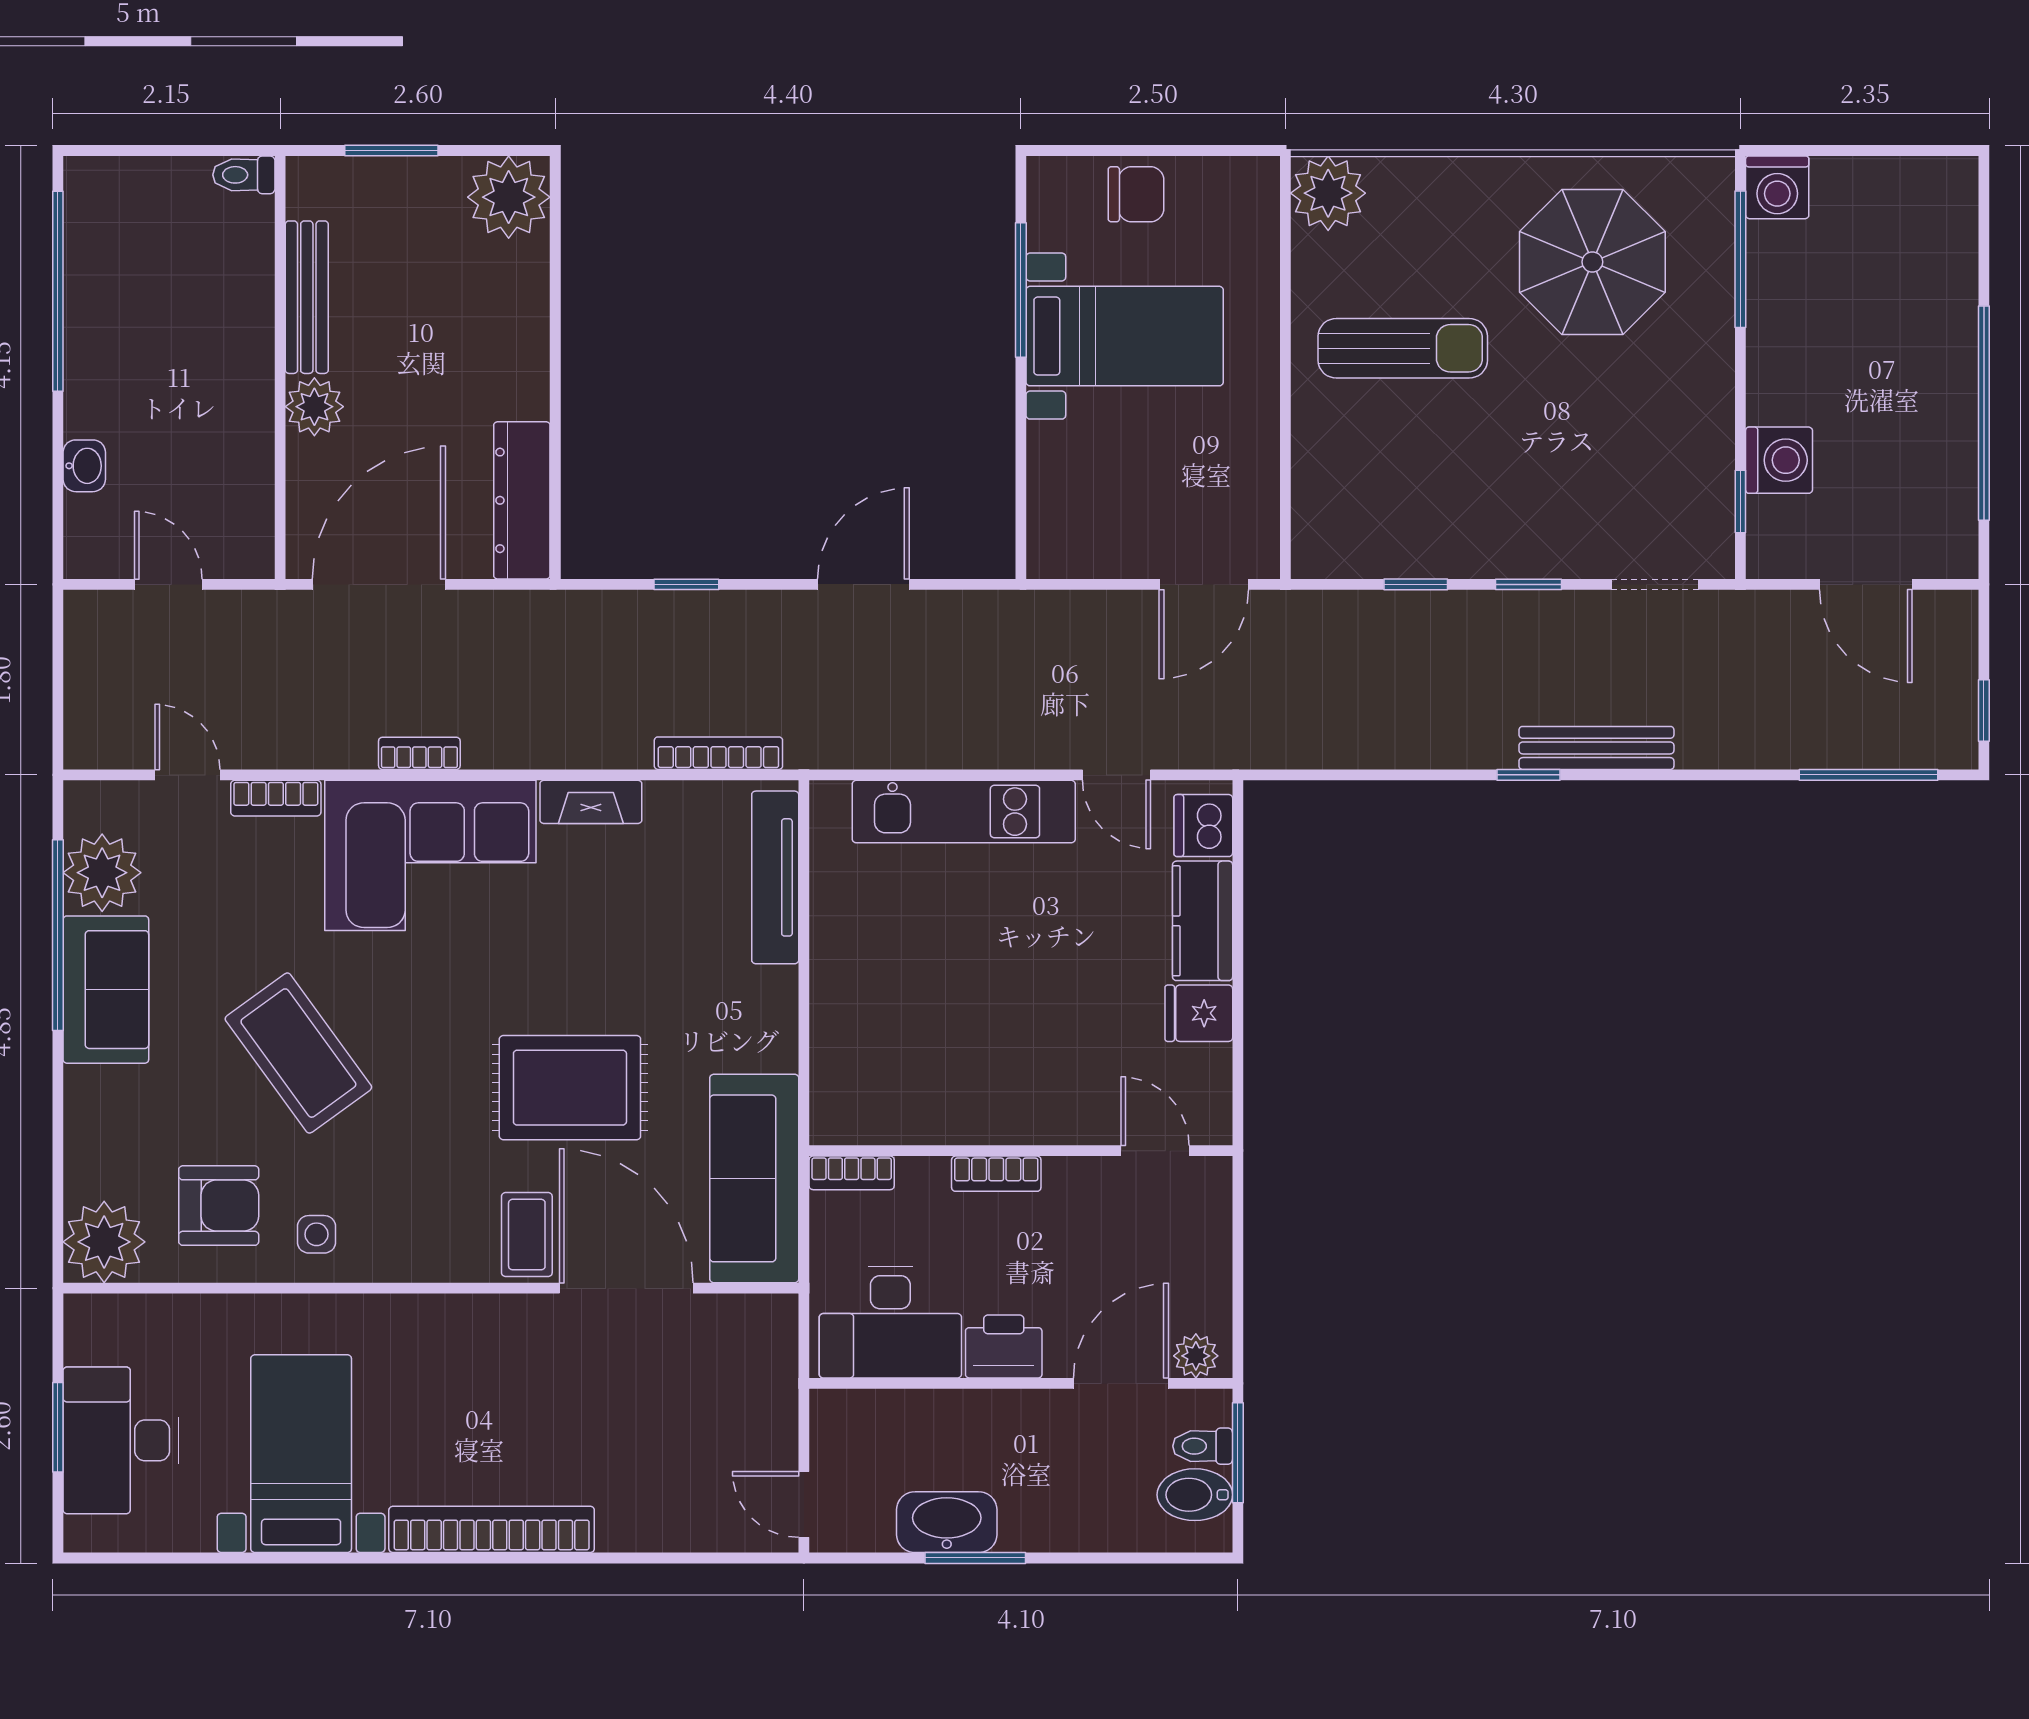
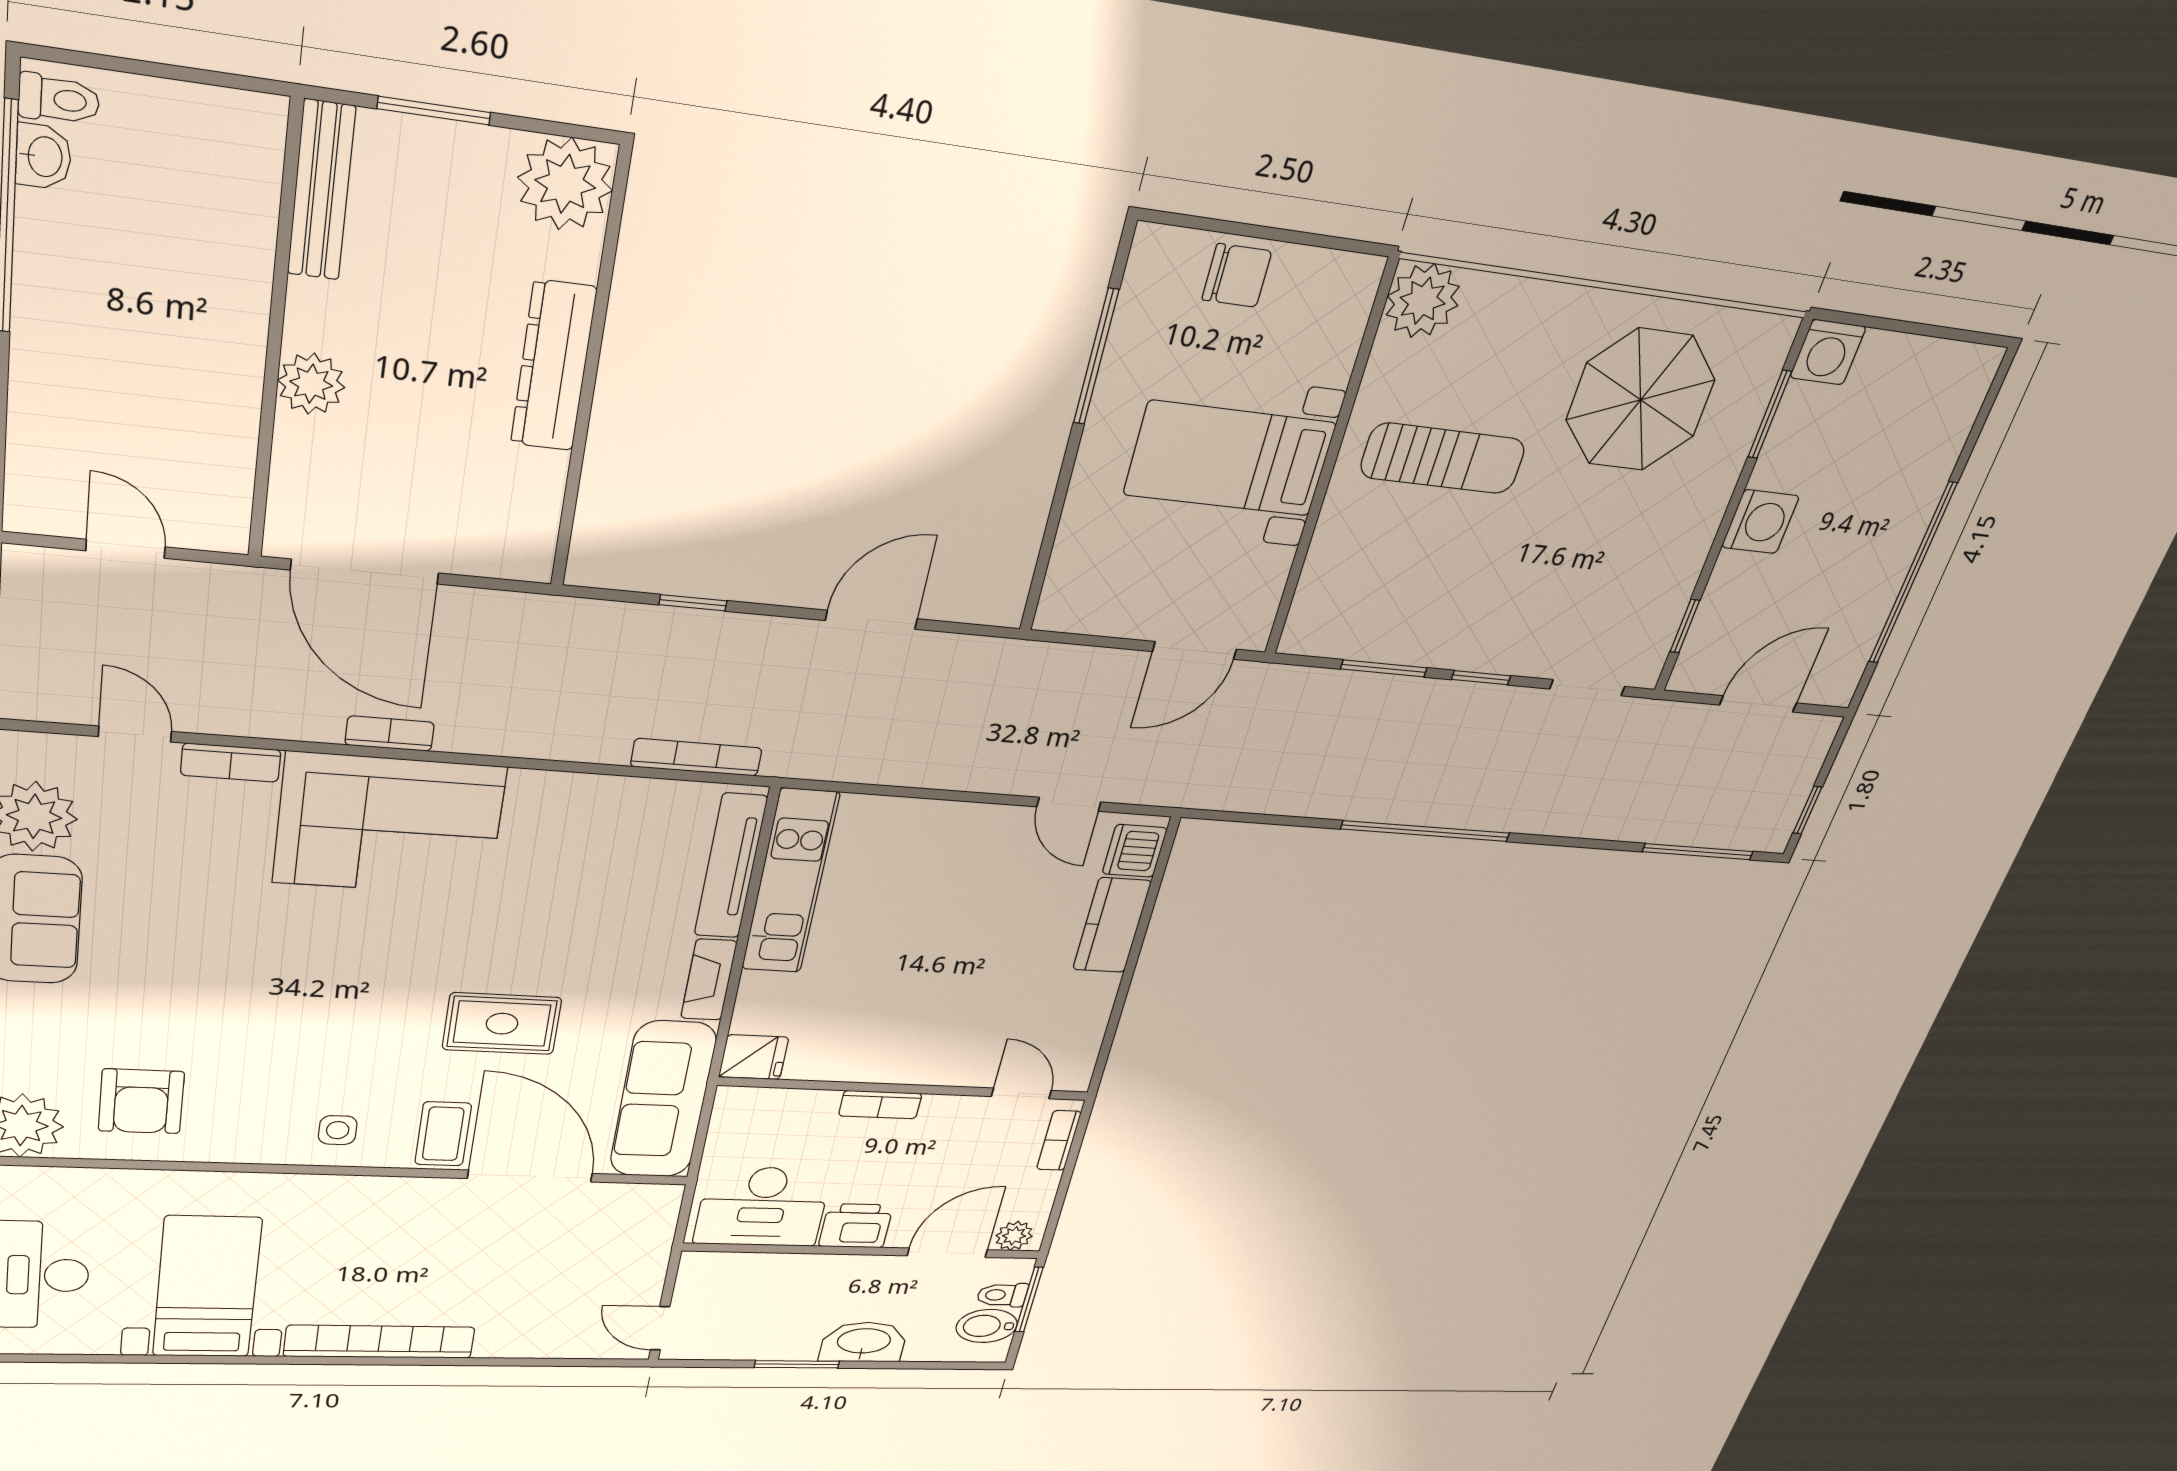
toilet: (244, 175) -> (59, 99), moved, turned 180
window: (1740, 259) -> (1770, 414), width x0.69
bench: (307, 297) -> (321, 191), moved
bed with nightstands: (1125, 336) -> (1230, 459), moved, turned 180
washing machine: (1779, 460) -> (1760, 522), moved
washbasin: (84, 466) -> (43, 157), moved
dresser: (522, 500) -> (554, 366), moved
door: (379, 584) -> (365, 572), swing flipped
window: (1416, 584) -> (1384, 668), width x1.50
door: (1866, 584) -> (1758, 704), swing flipped
bench: (1596, 748) -> (1489, 814), removed
window: (1528, 775) -> (1426, 831), width x3.17
fireplace: (591, 802) -> (709, 980), moved, turned 90
kitchen unit: (964, 812) -> (790, 882), moved, turned -90
fridge: (1199, 1013) -> (754, 1057), moved, turned 180
coffee table: (298, 1053) -> (234, 983), removed
rug: (570, 1088) -> (502, 1024), width x0.73, depth x0.70
bookcase: (852, 1173) -> (1059, 1140), moved, turned 90
armchair: (219, 1206) -> (141, 1101), turned 90
side table: (317, 1234) -> (338, 1130), moved
washbasin: (947, 1522) -> (864, 1342), moved

